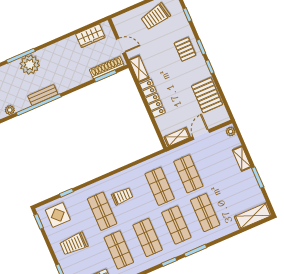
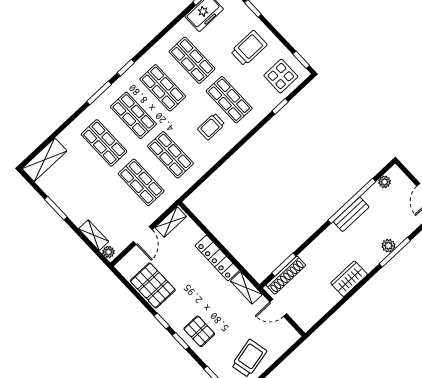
wardrobe: (90, 36) -> (349, 279), moved
plant: (30, 65) -> (389, 246), width x0.53, depth x0.53
shelving: (242, 159) -> (94, 235), moved

